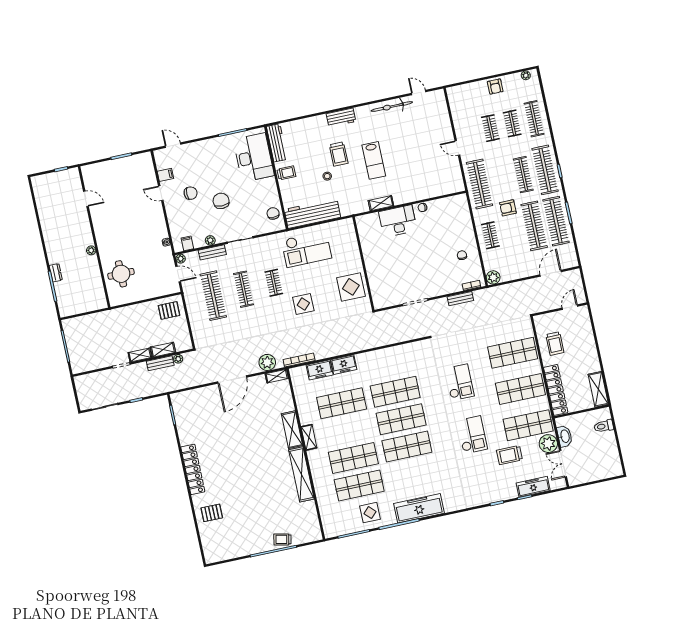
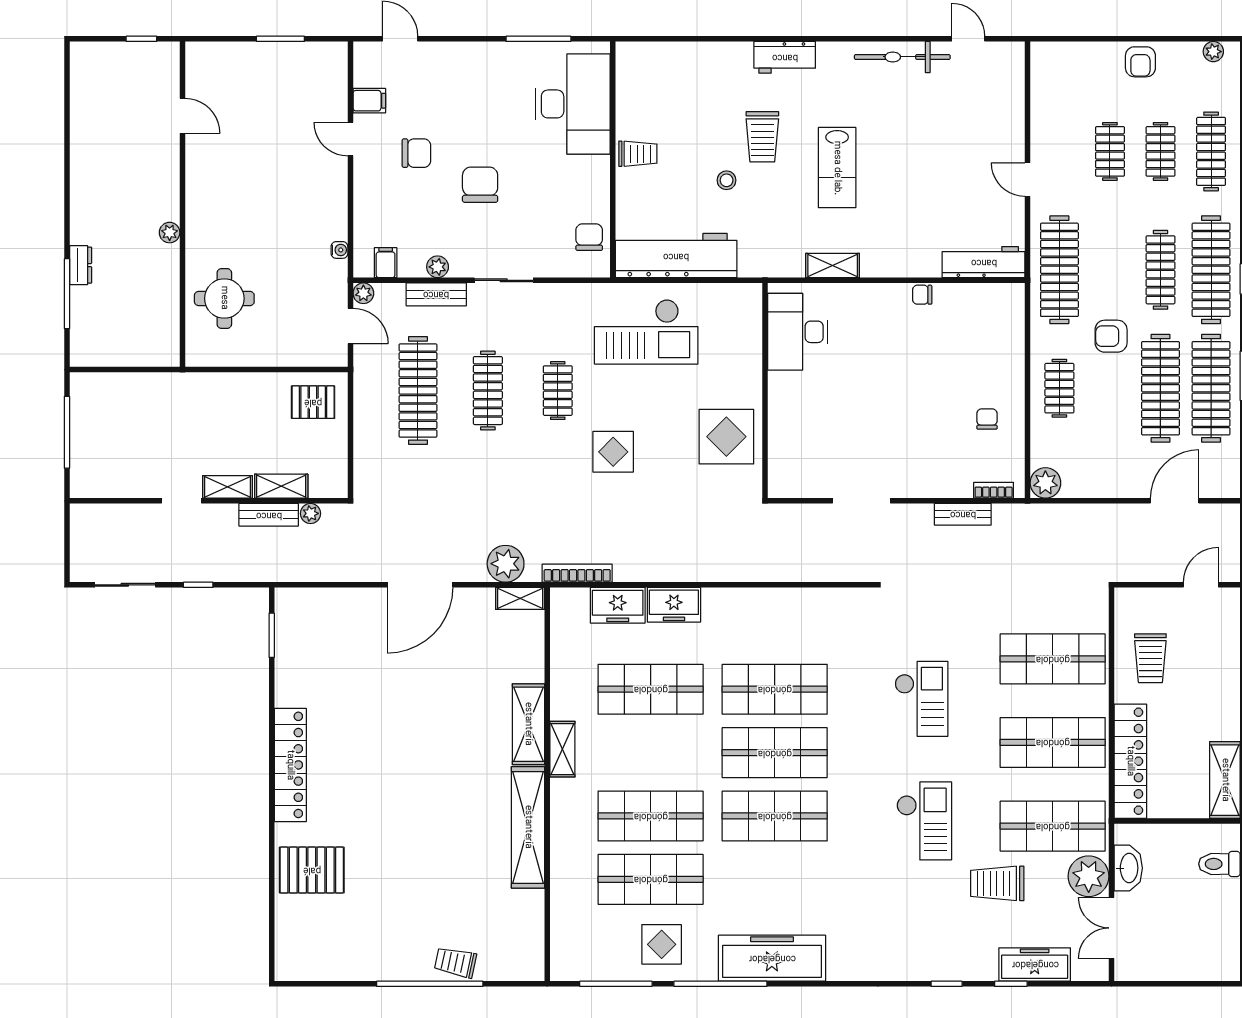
workbench: (277, 143) -> (984, 262), moved, turned -90
desk: (398, 221) -> (798, 332), moved, turned -90
pallet: (212, 513) -> (312, 870), width x1.50, depth x1.42

